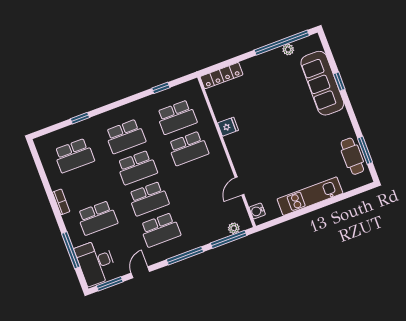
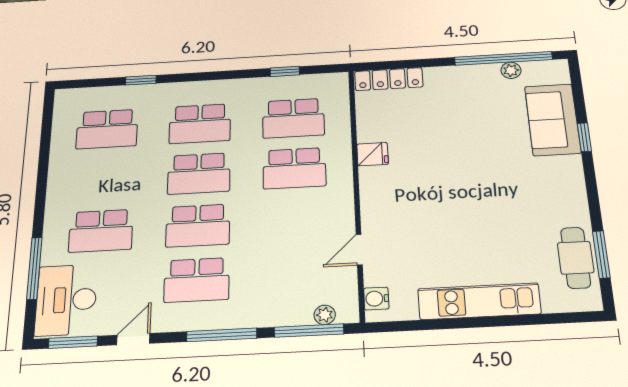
sofa: (322, 83) -> (553, 120), width x0.73
bookcase: (61, 202) -> (55, 190), removed

